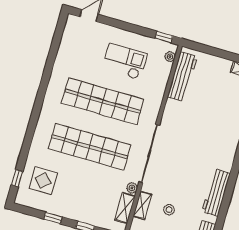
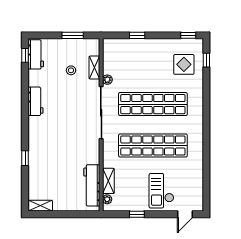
window: (164, 37) -> (137, 214), moved
checkout: (125, 62) -> (161, 191), moved, turned 90
workbench: (216, 193) -> (35, 101), width x0.73
shelving: (125, 208) -> (108, 181), moved
window: (53, 218) -> (188, 35), moved

